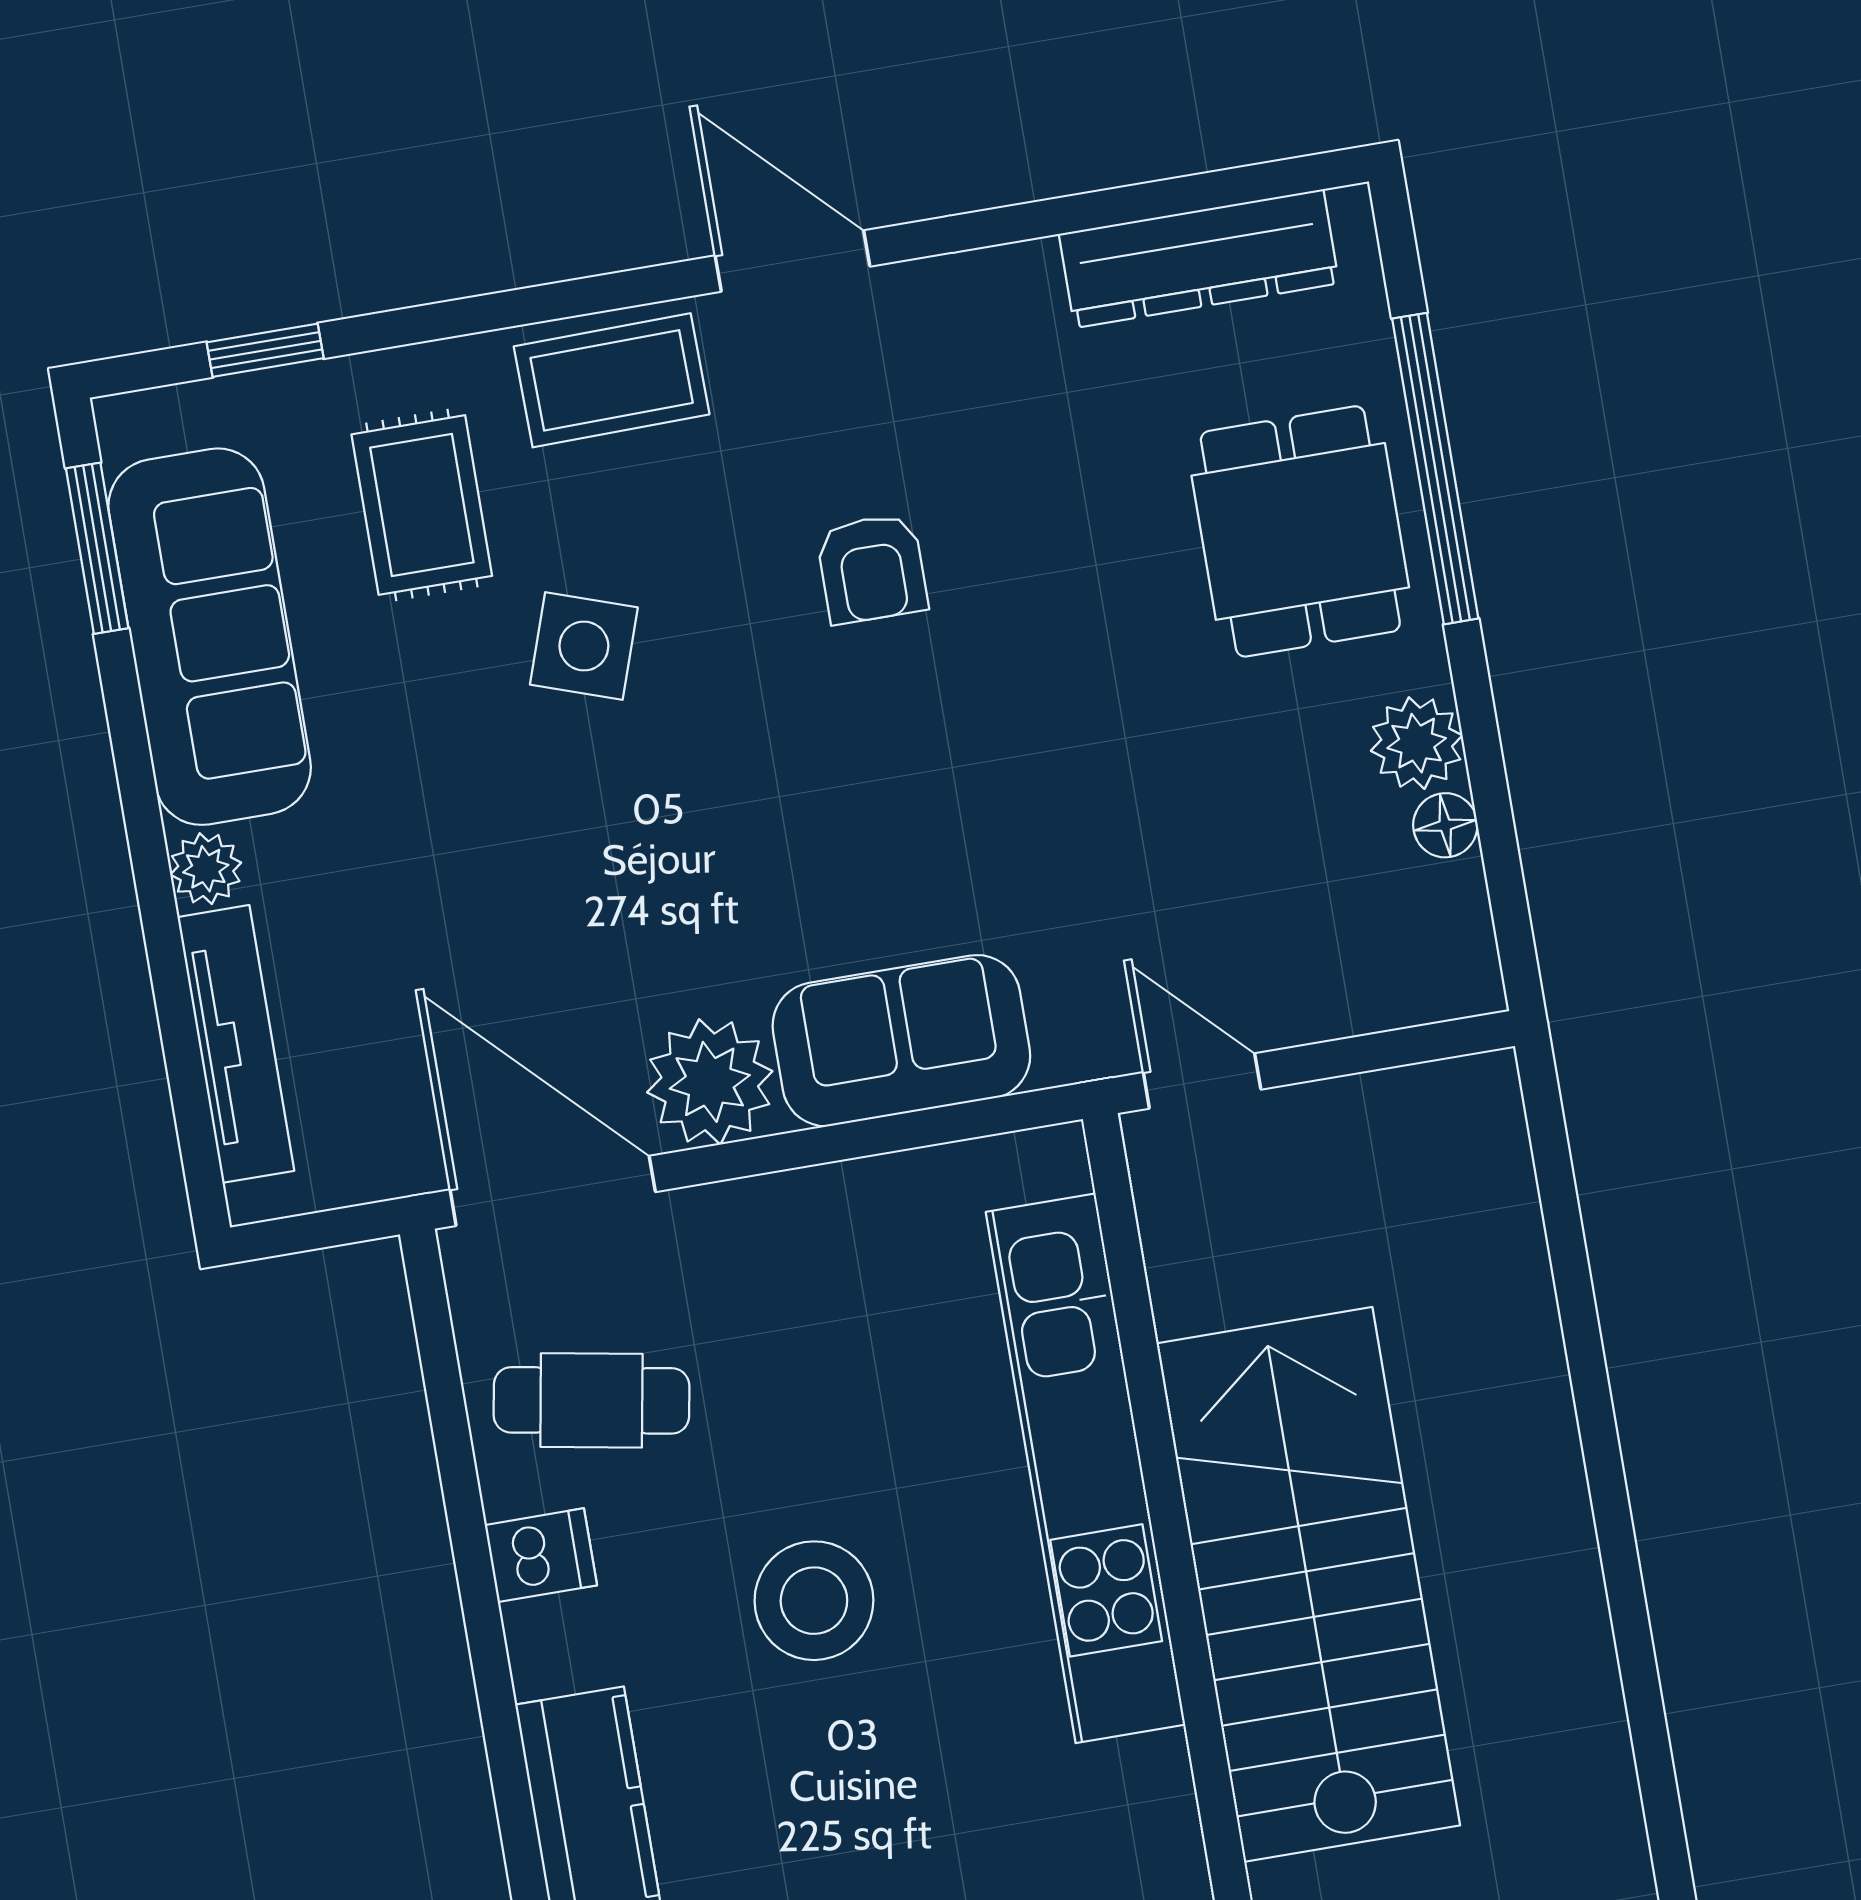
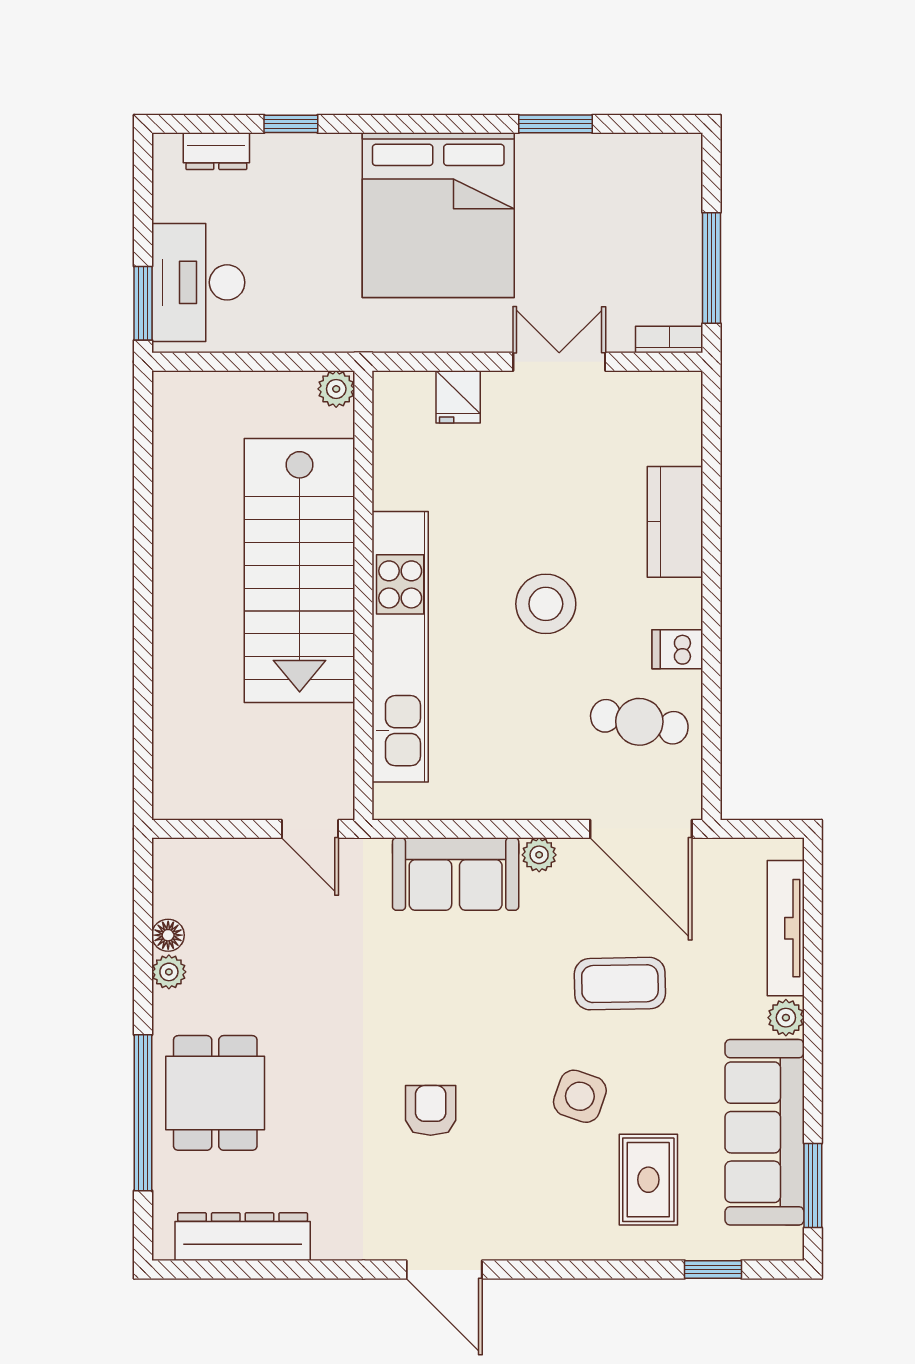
coffee table: (612, 380) -> (620, 984), moved
plant: (1417, 743) -> (169, 972), width x0.73, depth x0.73
plant: (710, 1082) -> (539, 855), width x0.53, depth x0.53

